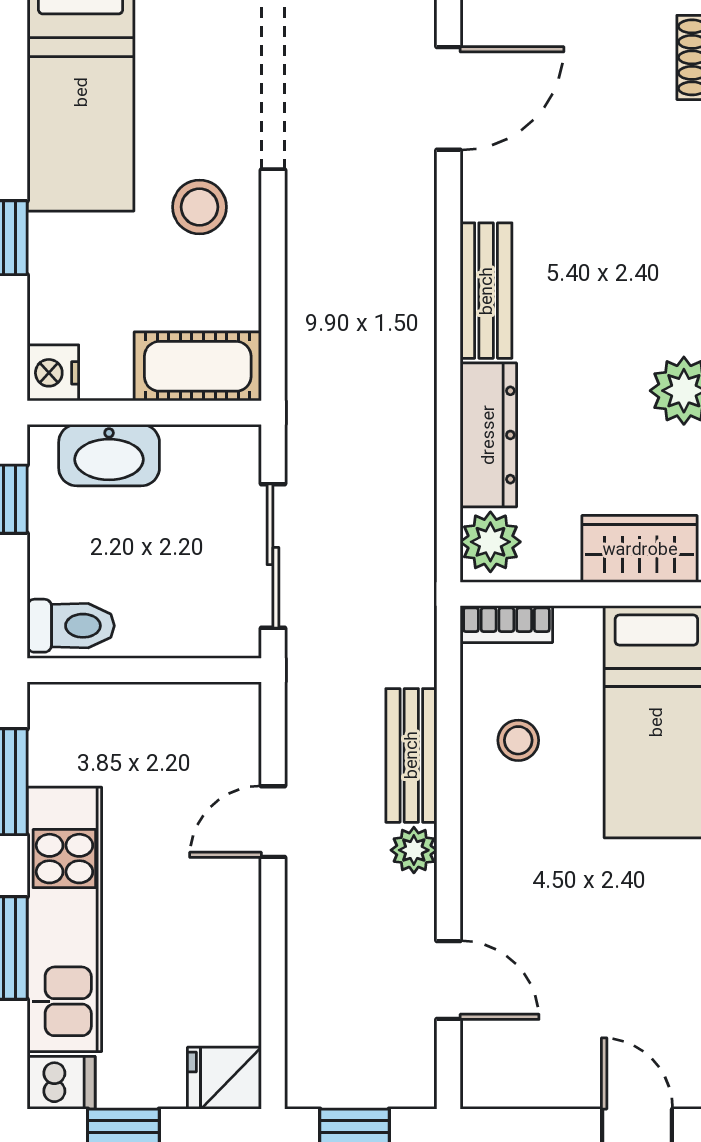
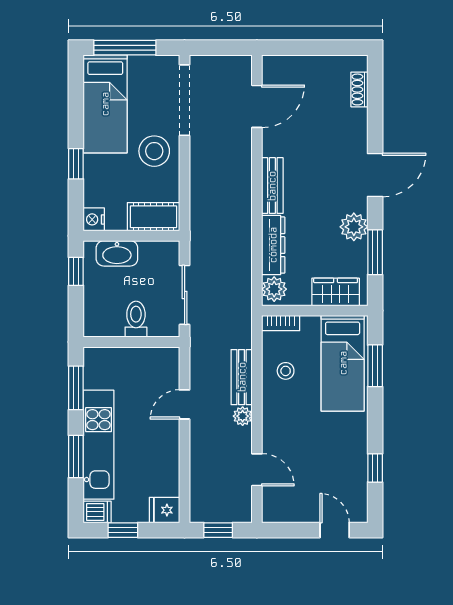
stool: (199, 207) -> (154, 151), width x1.38, depth x1.38
toilet: (71, 626) -> (136, 319), moved, turned -90

